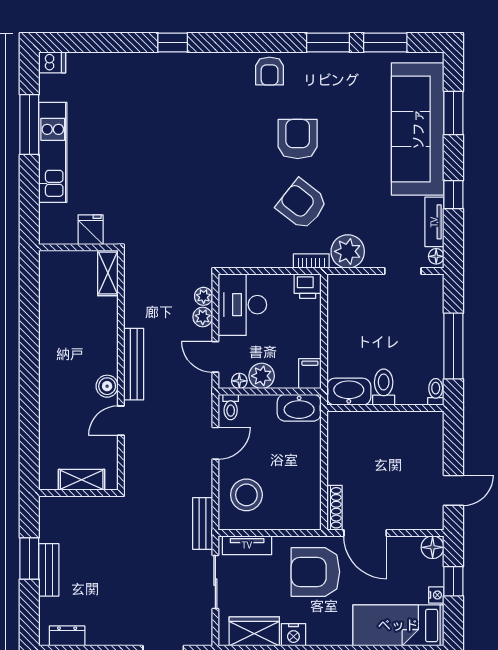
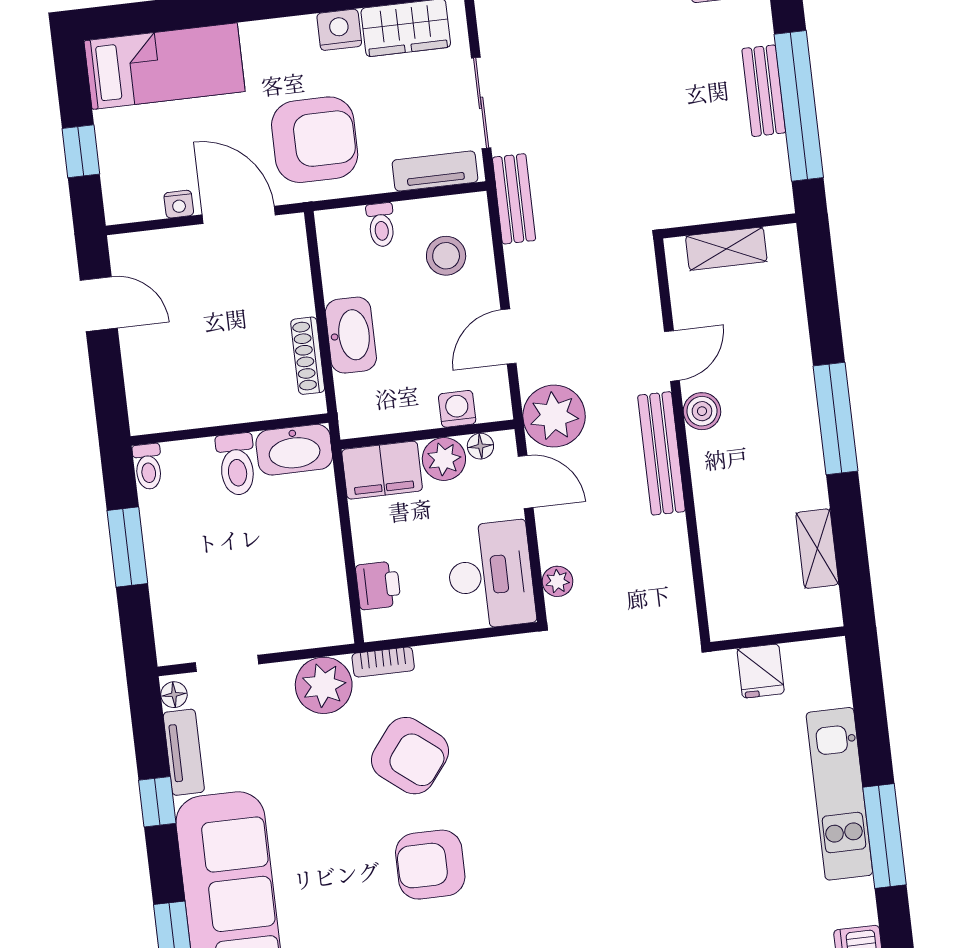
armchair: (298, 139) -> (430, 865), turned 90
shelving: (108, 273) -> (817, 549), moved
printer: (308, 286) -> (378, 585), moved, turned 90
plant: (203, 317) -> (554, 416), moved, width x1.88, depth x1.88
window: (453, 346) -> (127, 547), width x0.69
window: (29, 373) -> (835, 419), added
filing cabinet: (310, 374) -> (382, 470), width x2.00
washing machine: (250, 404) -> (457, 409), added
toilet: (231, 407) -> (381, 225), moved, turned 180
washbasin: (299, 408) -> (351, 335), moved, turned 90
door: (453, 490) -> (99, 304), swing flipped
stool: (246, 495) -> (446, 256), width x0.73, depth x0.73
shoe rack: (334, 508) -> (308, 356), moved
floor lamp: (433, 547) -> (123, 204), removed
window: (29, 558) -> (799, 106), width x2.11
nightstand: (436, 595) -> (179, 204), moved, turned -90

